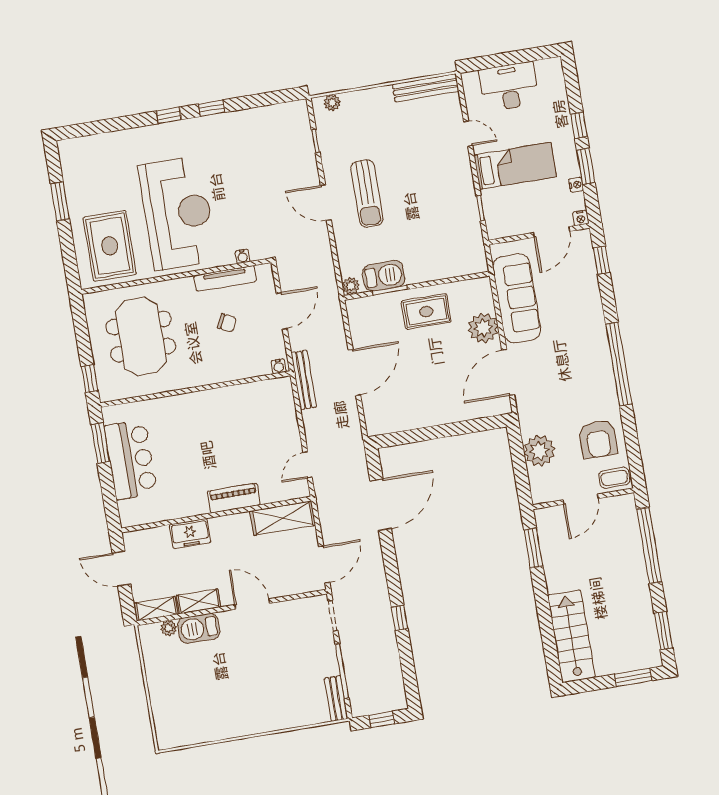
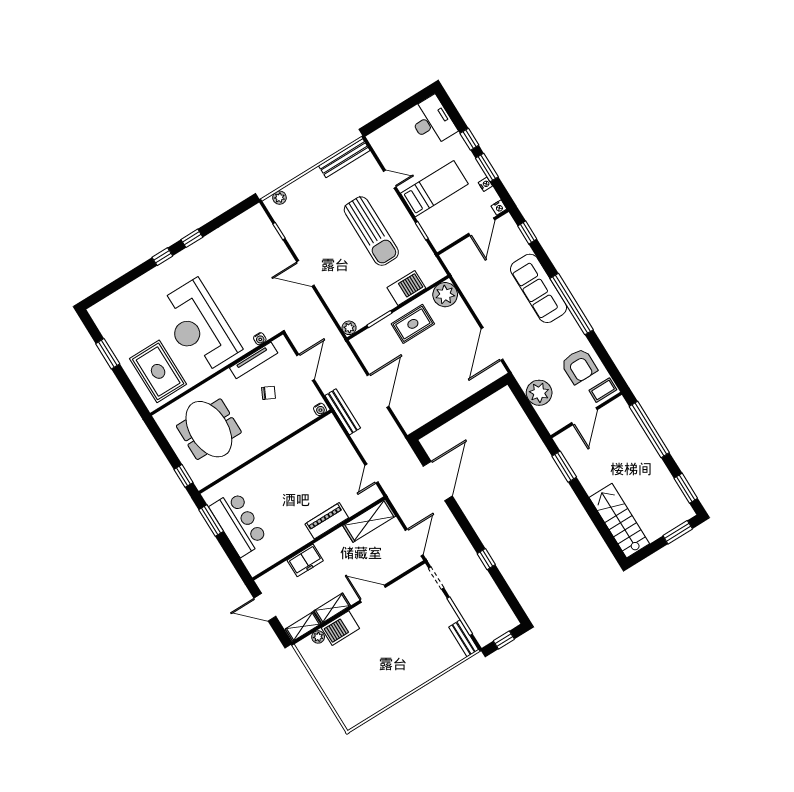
desk: (509, 87) -> (432, 121), moved, turned 90
sun lounger: (367, 194) -> (371, 231), moved, width x1.36, depth x1.34
reception desk: (178, 213) -> (199, 327), turned 180
barbecue: (384, 276) -> (406, 288), moved
sofa: (517, 298) -> (539, 288), moved, turned 180
plant: (483, 328) -> (445, 295), moved

